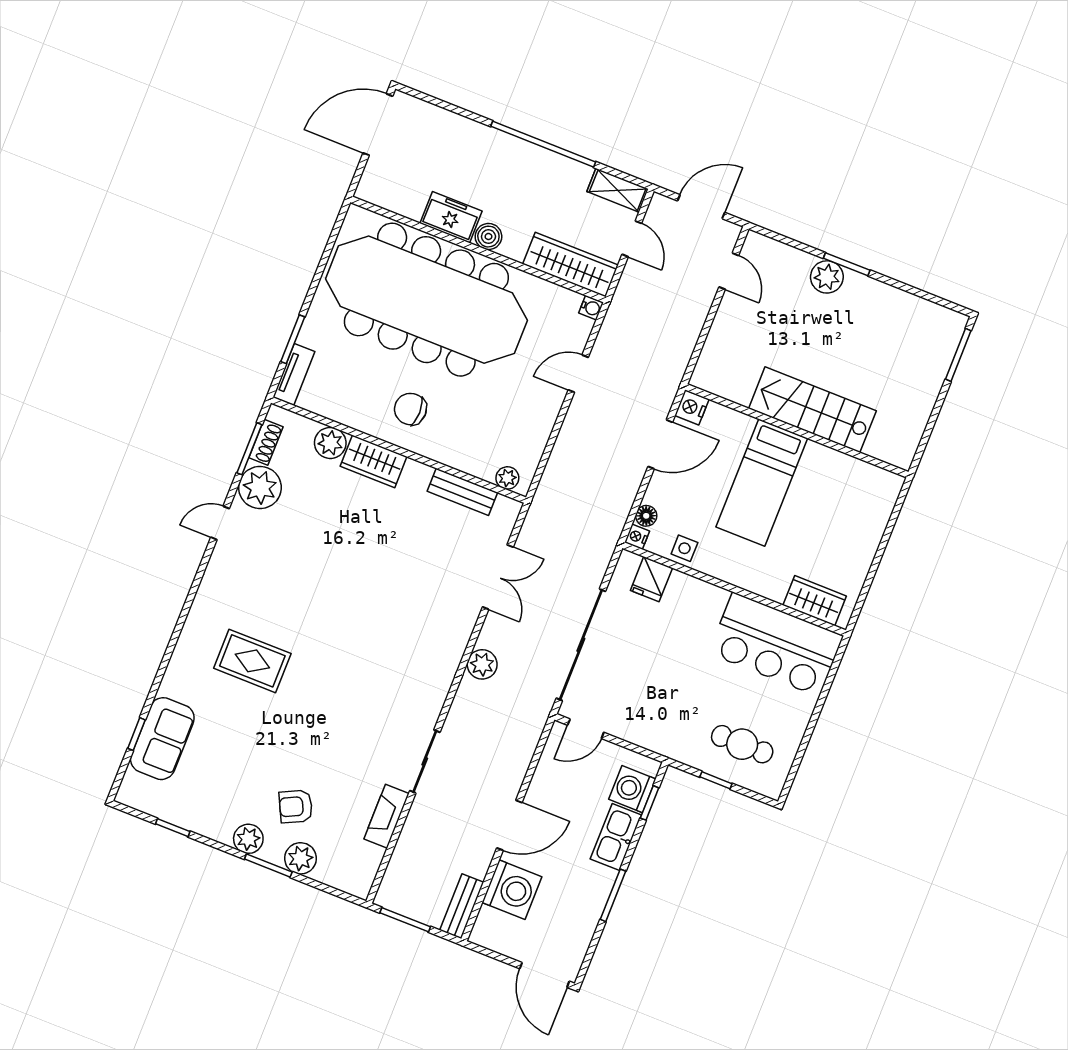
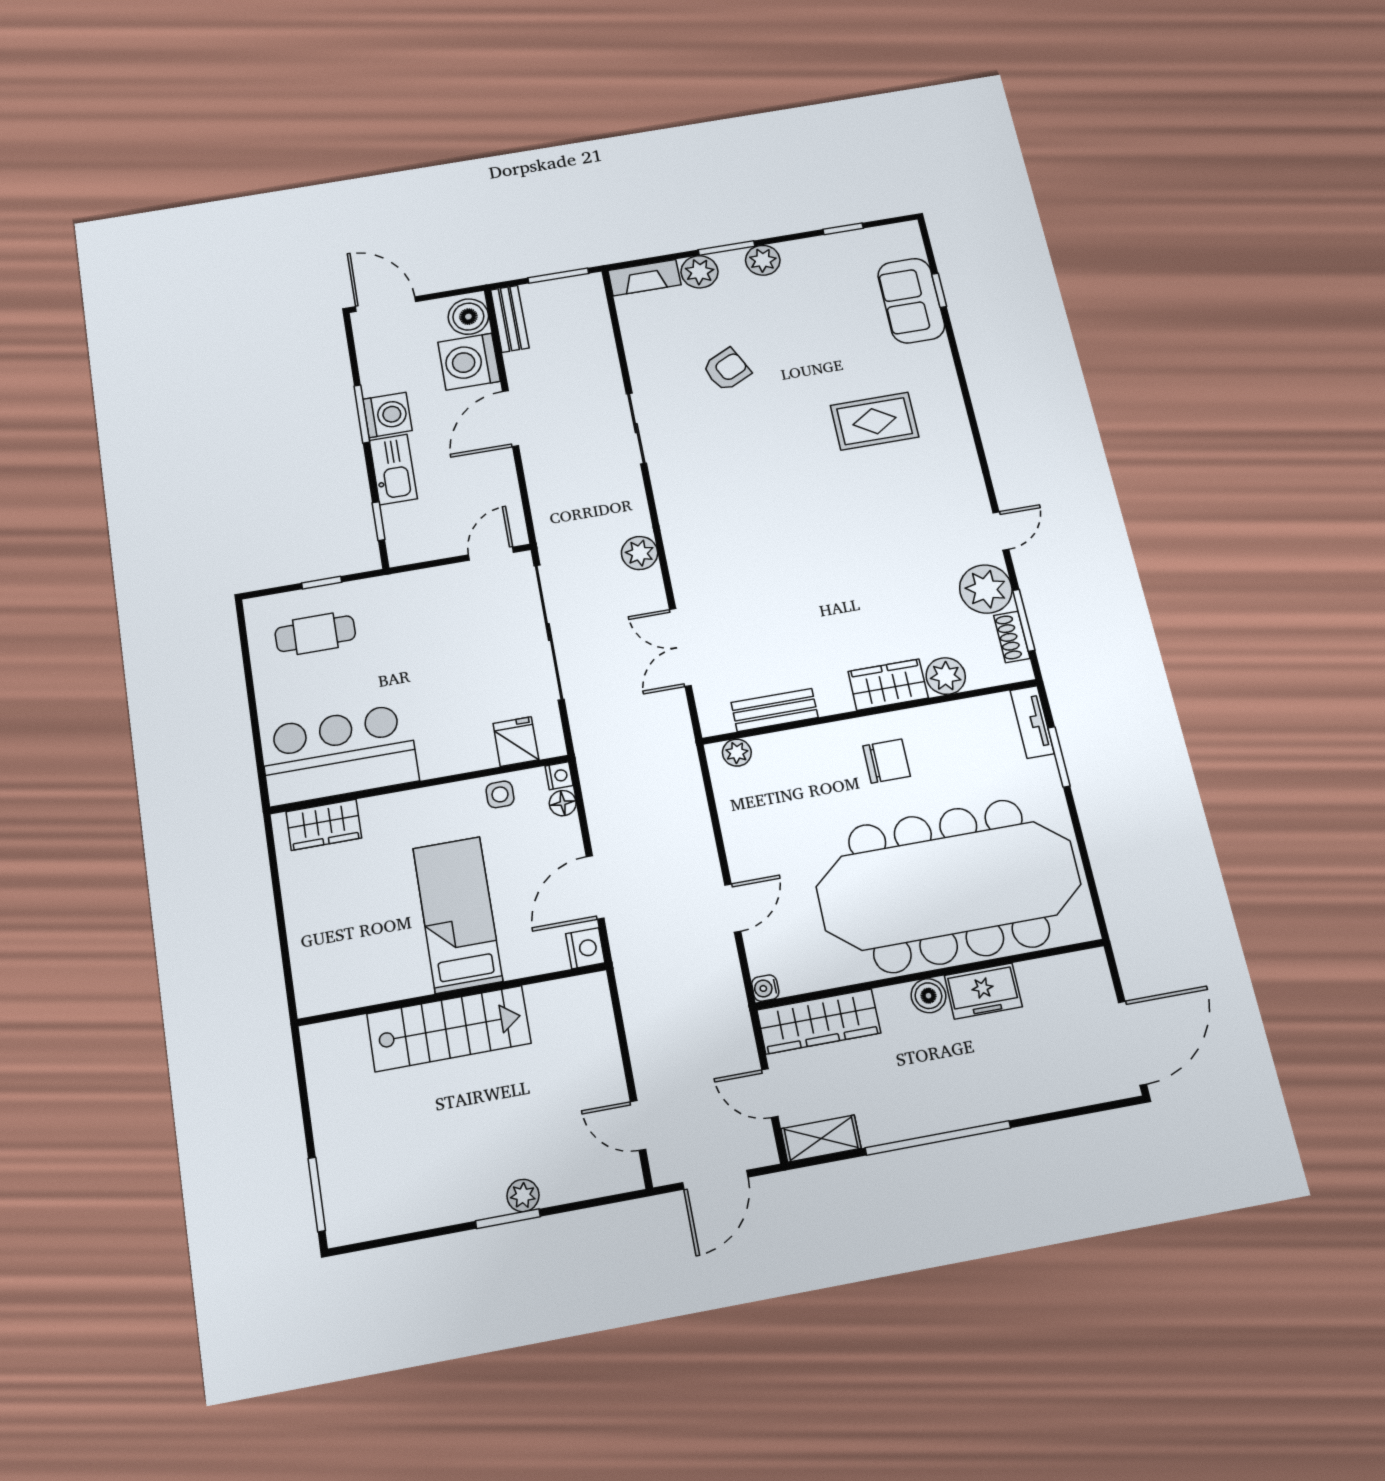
plant: (827, 277) -> (523, 1195), width x0.73, depth x0.73
washing machine: (632, 789) -> (388, 415), moved
armchair: (296, 806) -> (727, 369), moved
fireplace: (386, 816) -> (644, 278), moved, turned 90
boiler: (491, 927) -> (468, 317), added

